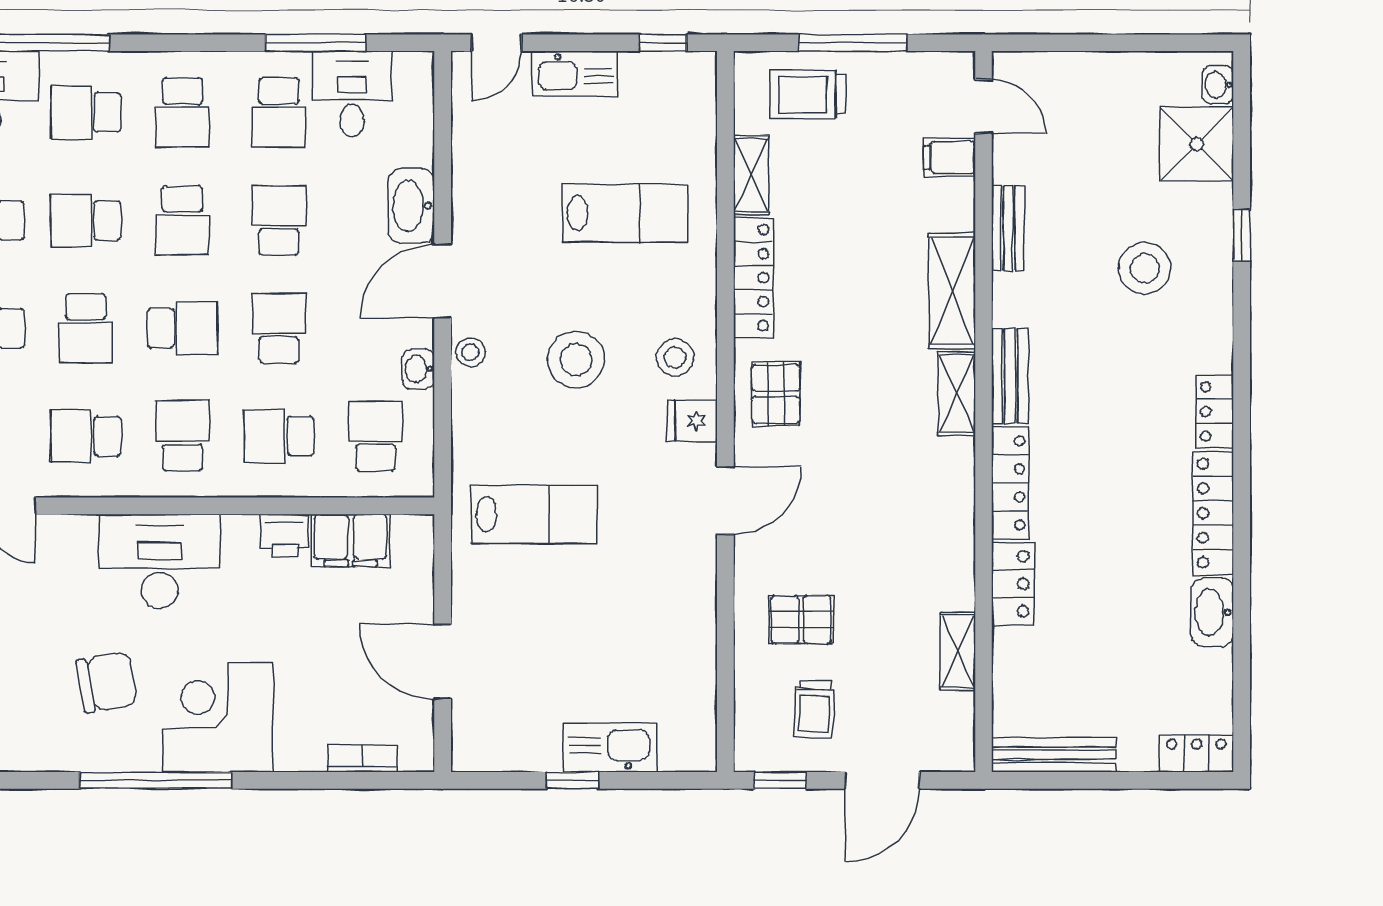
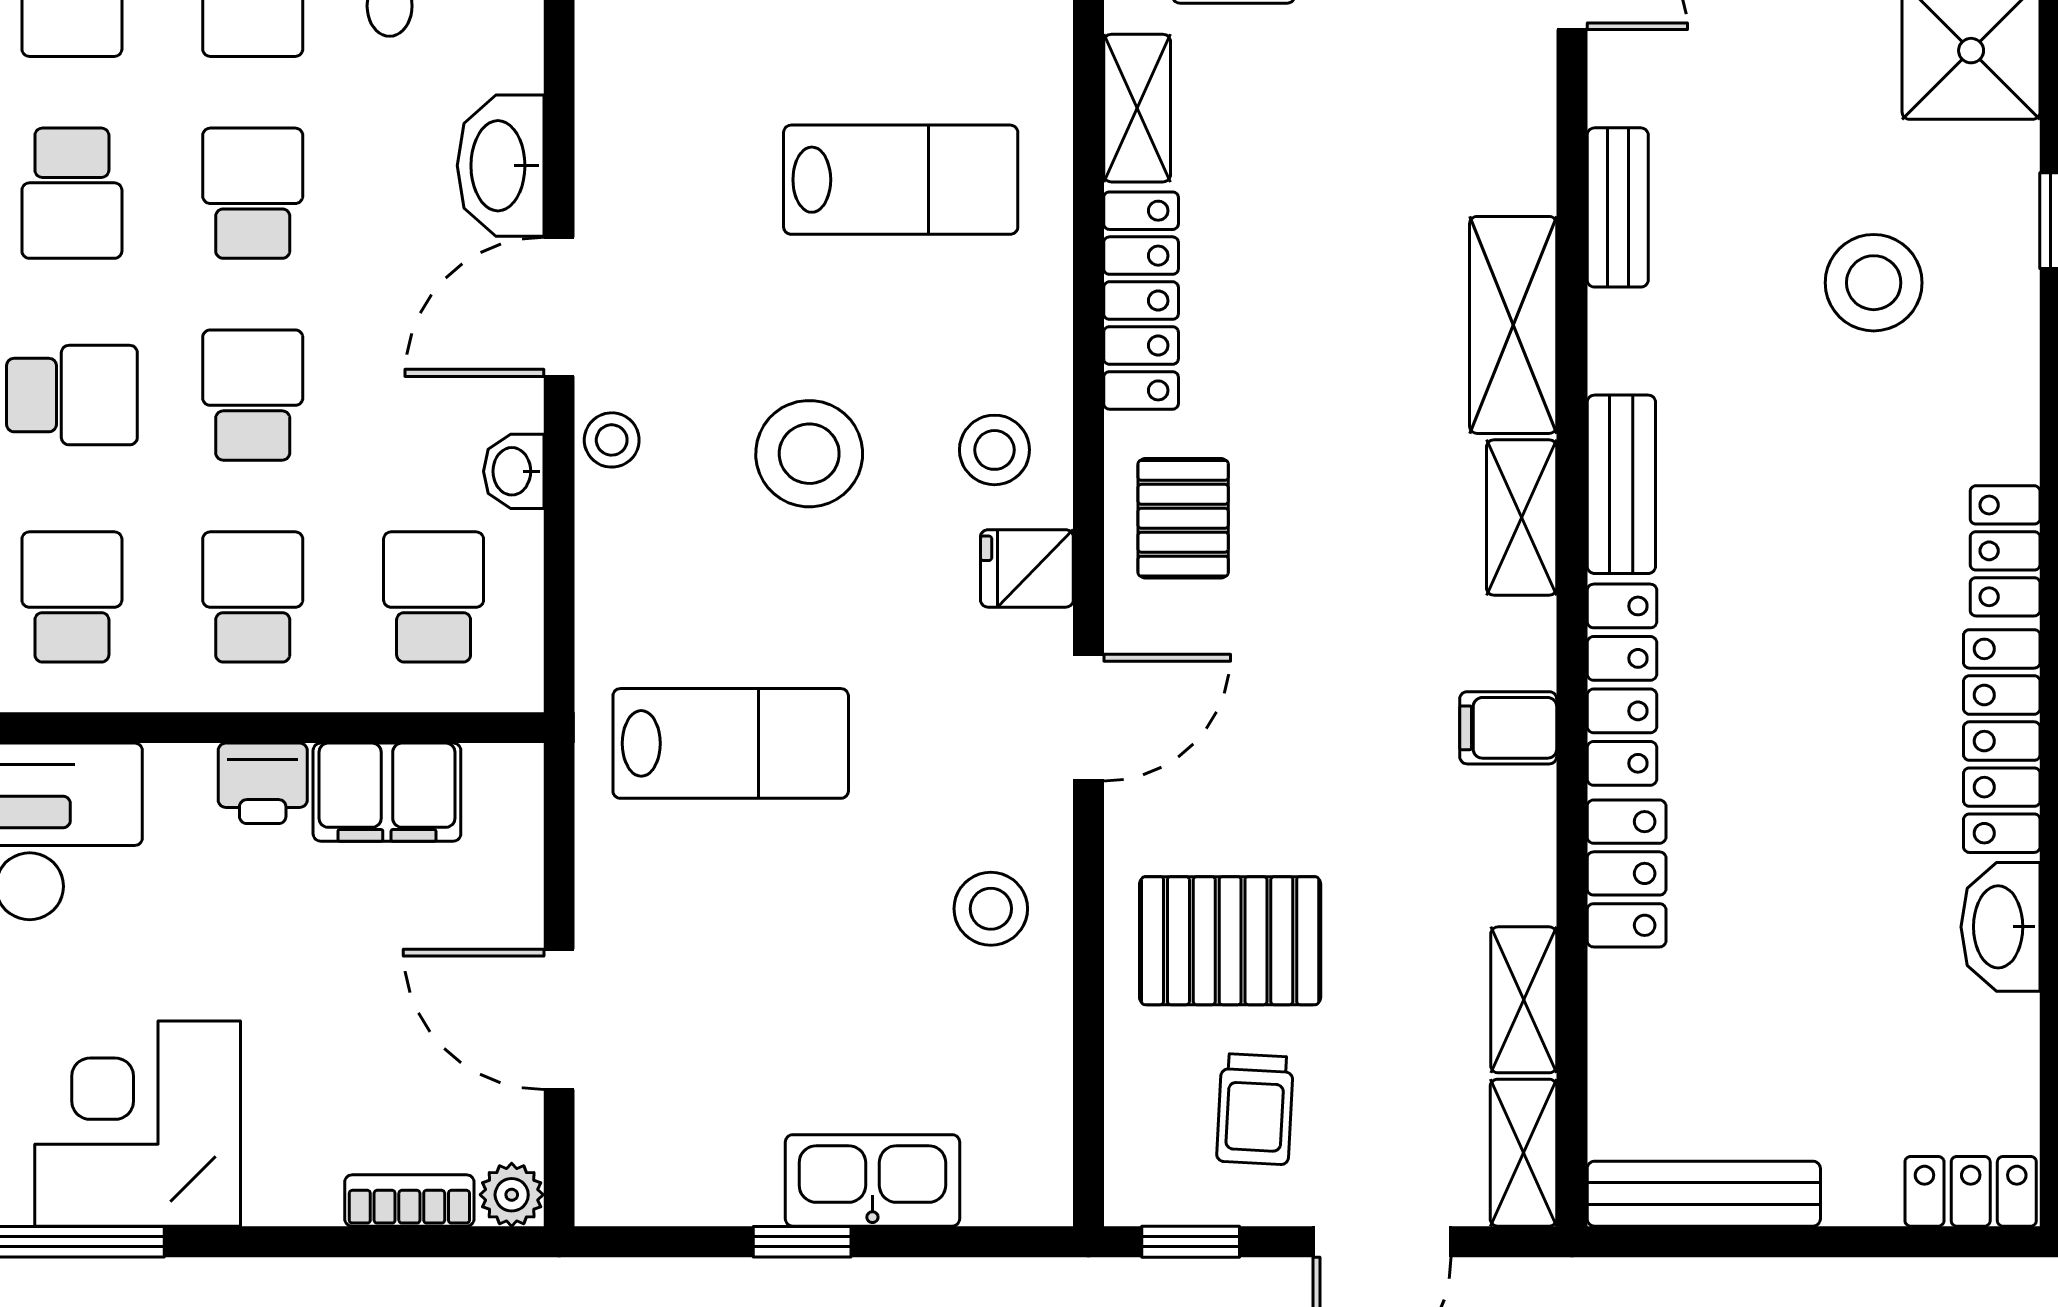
filing cabinet: (949, 157) -> (1508, 728), moved
school desk: (279, 436) -> (253, 597), turned 90
stool: (673, 603) -> (991, 909), added
pallet: (801, 620) -> (1230, 941), width x1.50, depth x1.42
shelving: (958, 733) -> (1523, 1153), added
plant: (417, 755) -> (512, 1195), added

